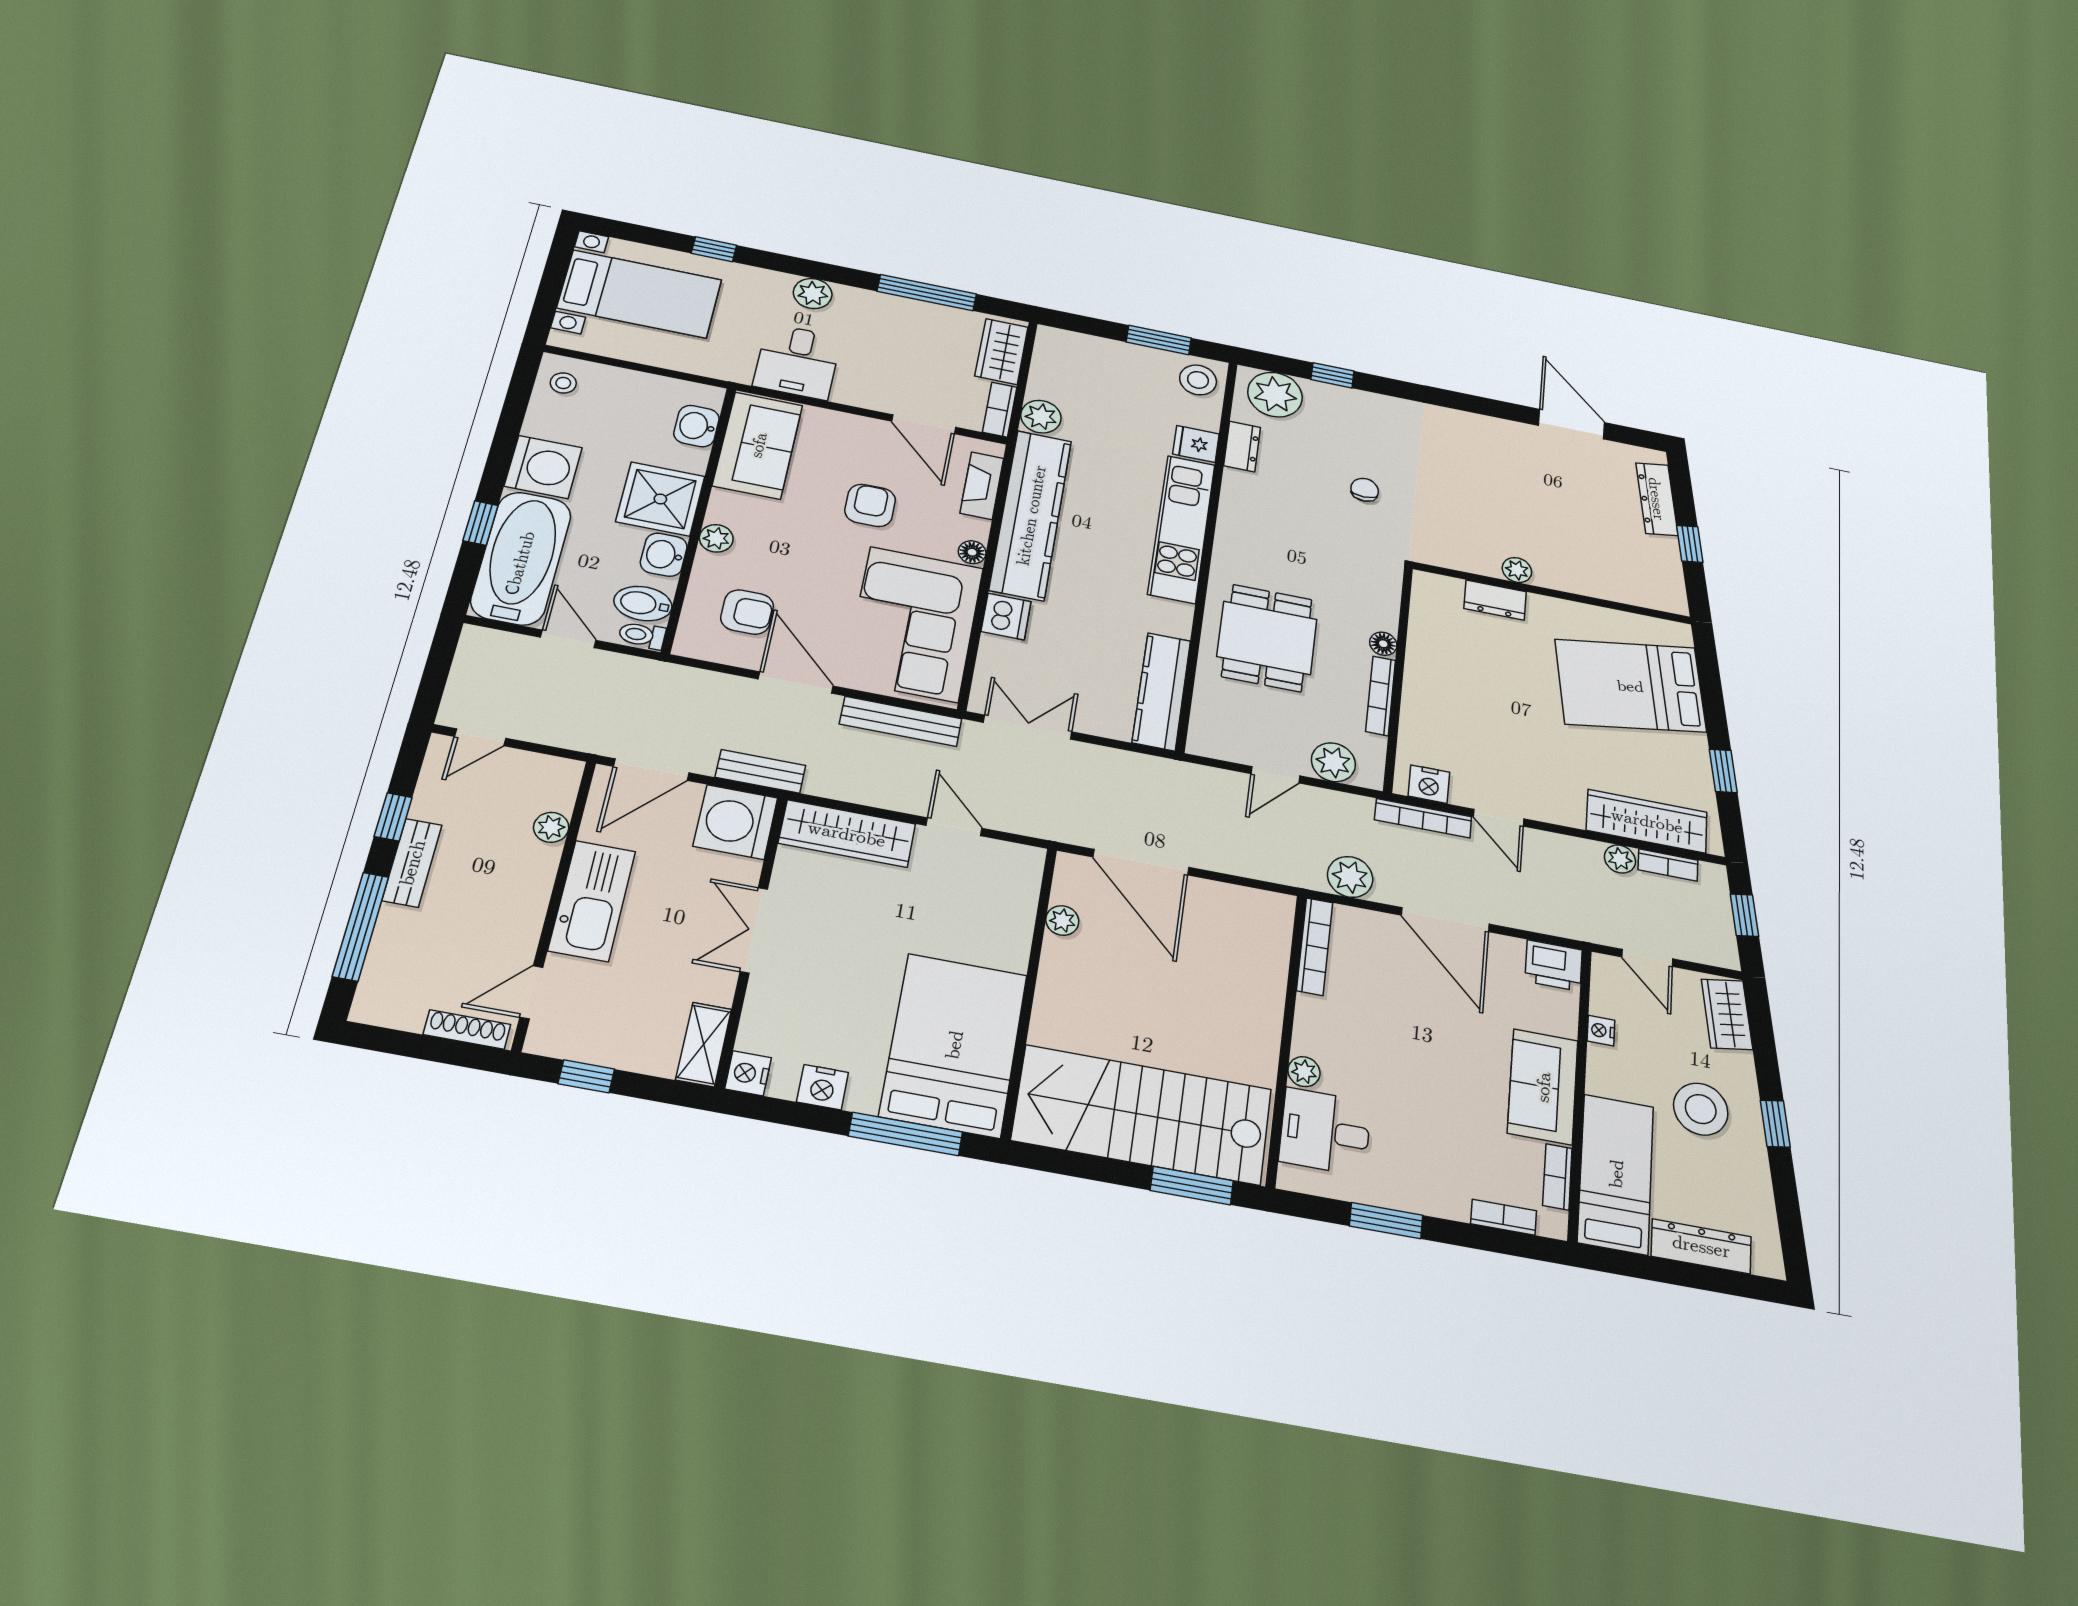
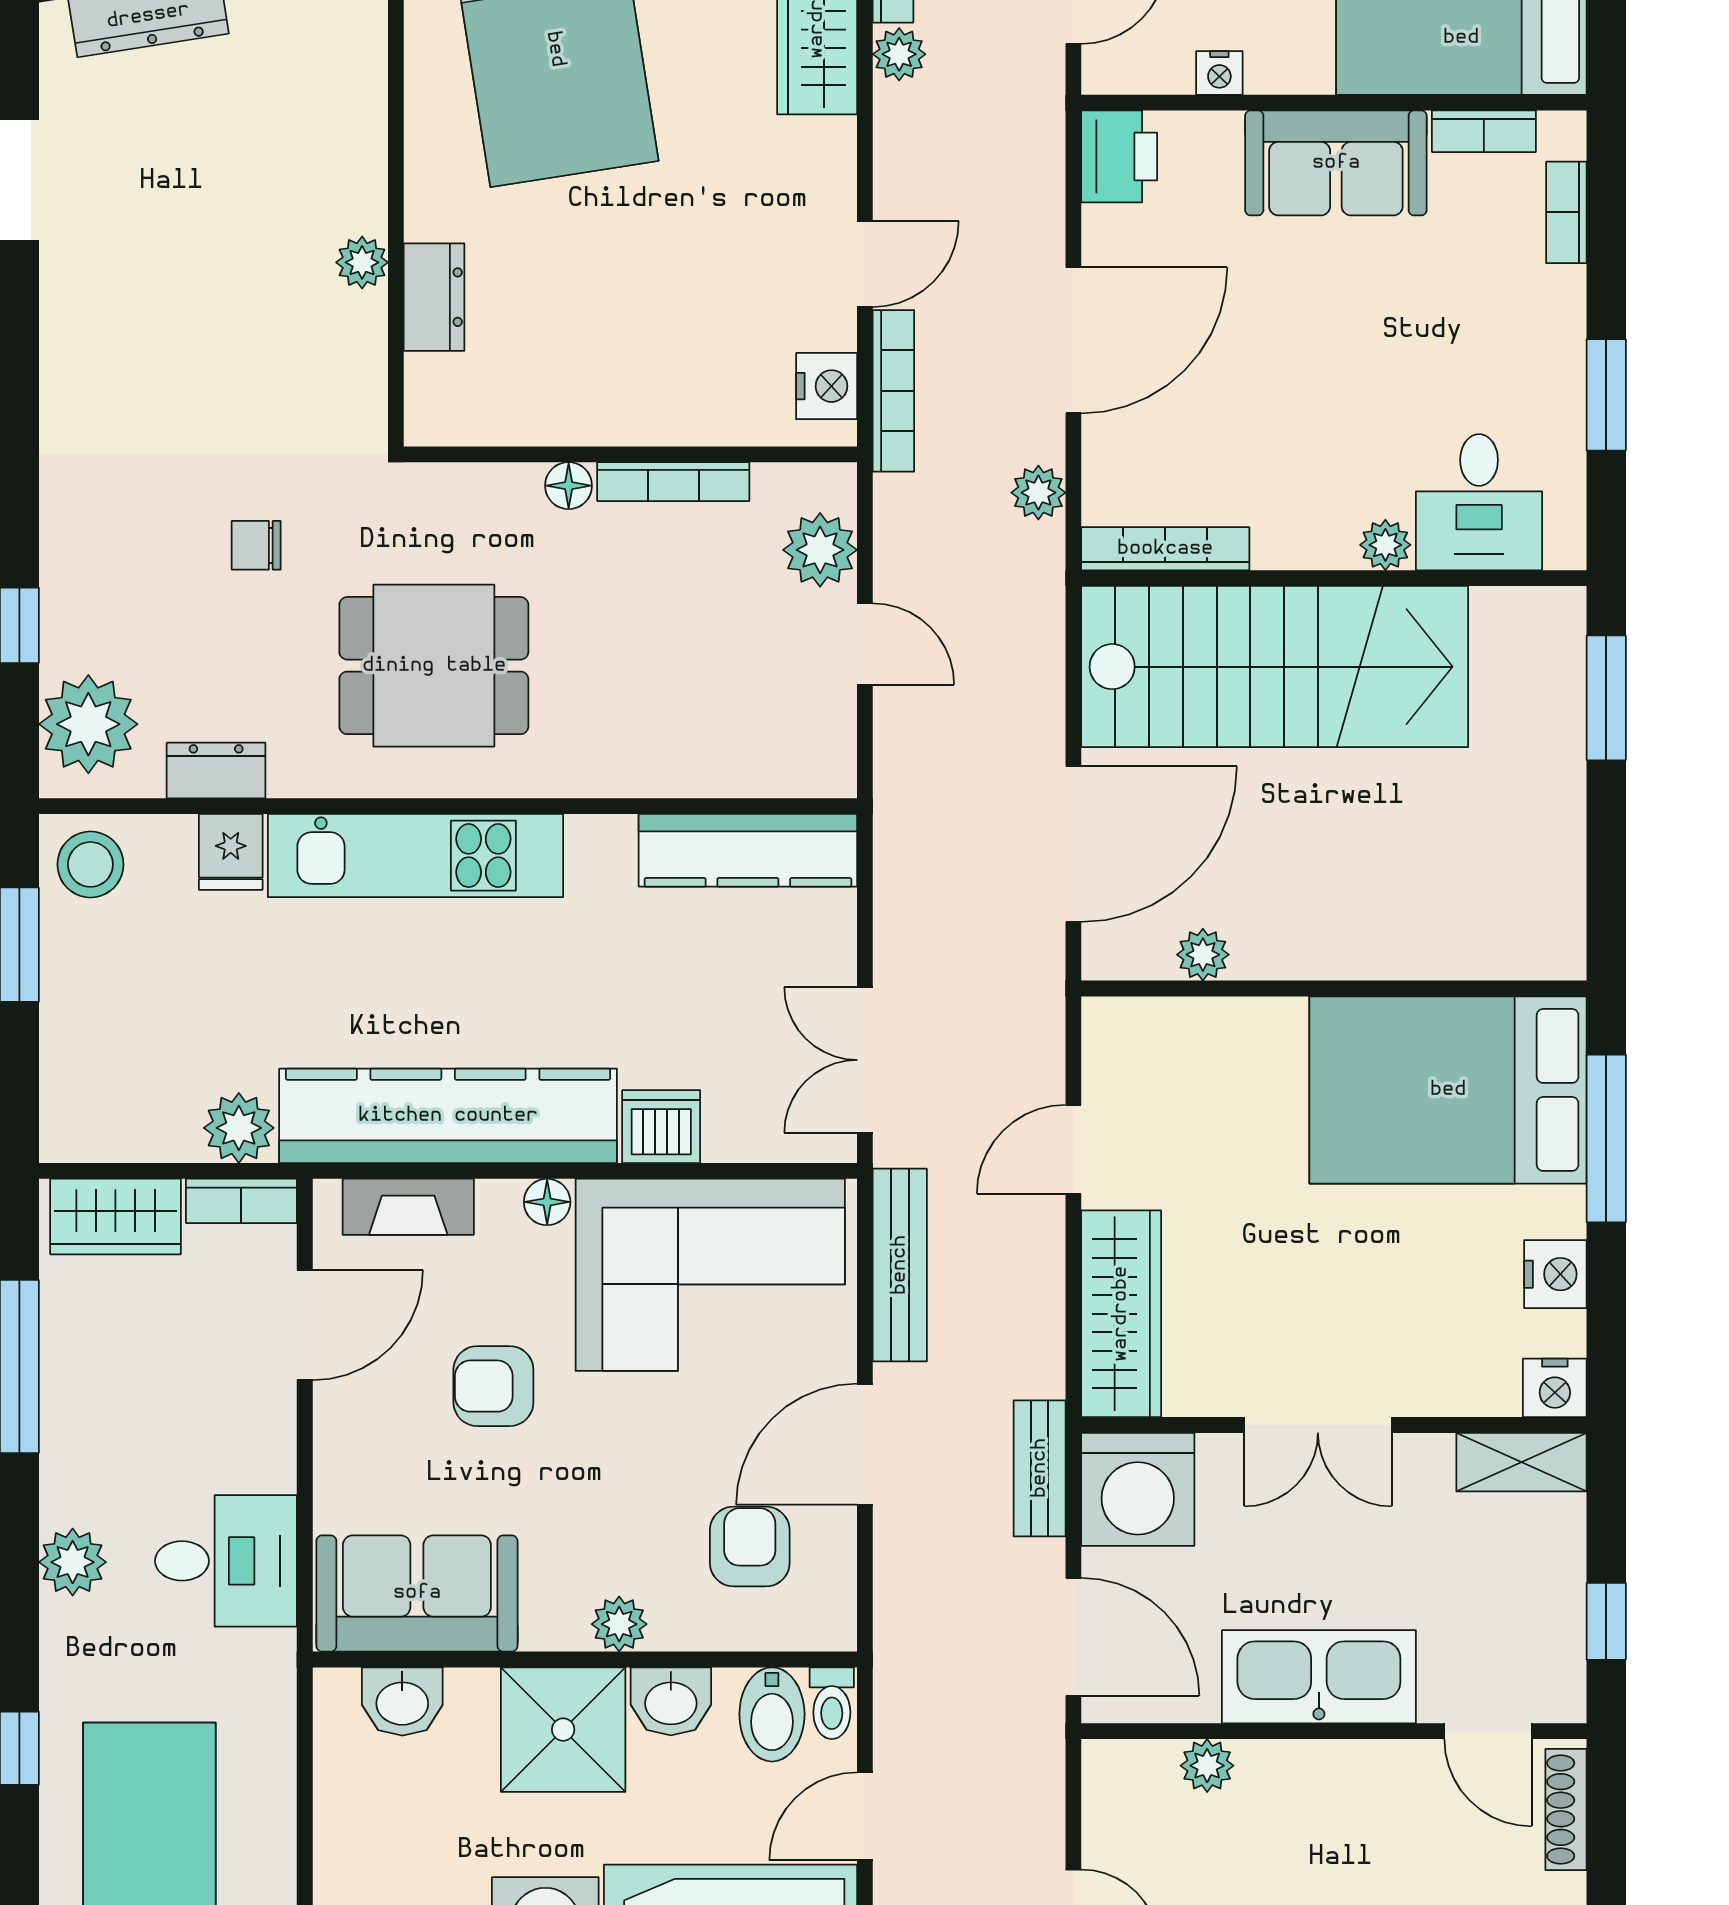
dining table: (1267, 638) -> (434, 666), moved
plant: (1350, 877) -> (1038, 493), width x0.73, depth x0.73
stairs: (1142, 1115) -> (1275, 667), moved, turned -90

